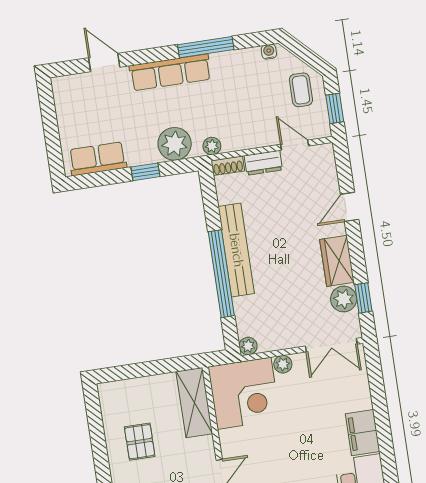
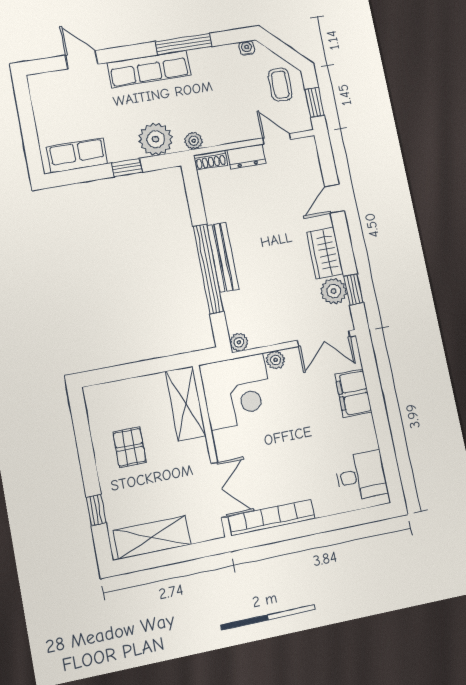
bench: (236, 250) -> (223, 257), width x0.73, depth x0.82
filing cabinet: (363, 433) -> (353, 393), moved

